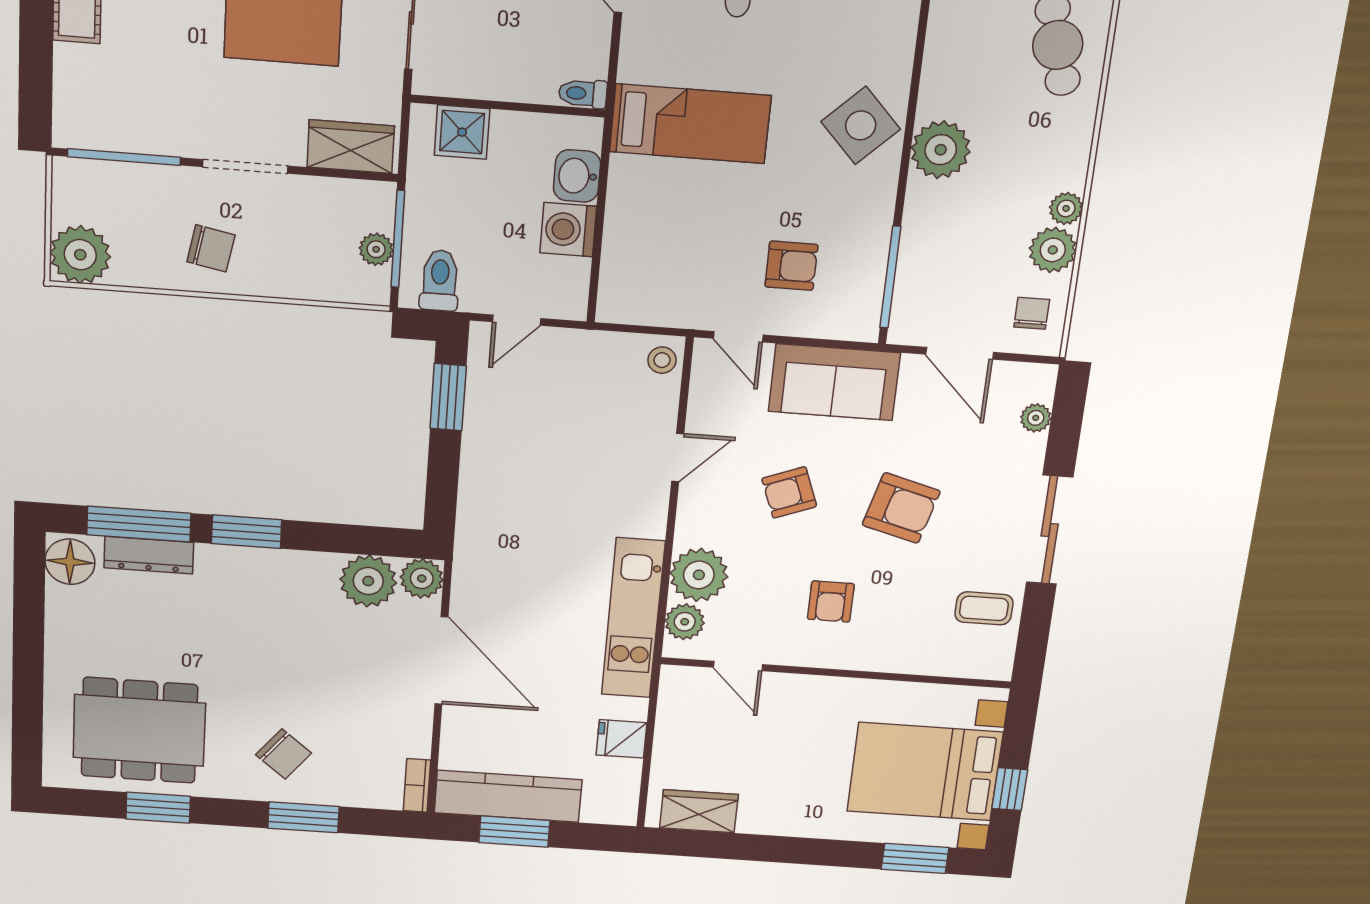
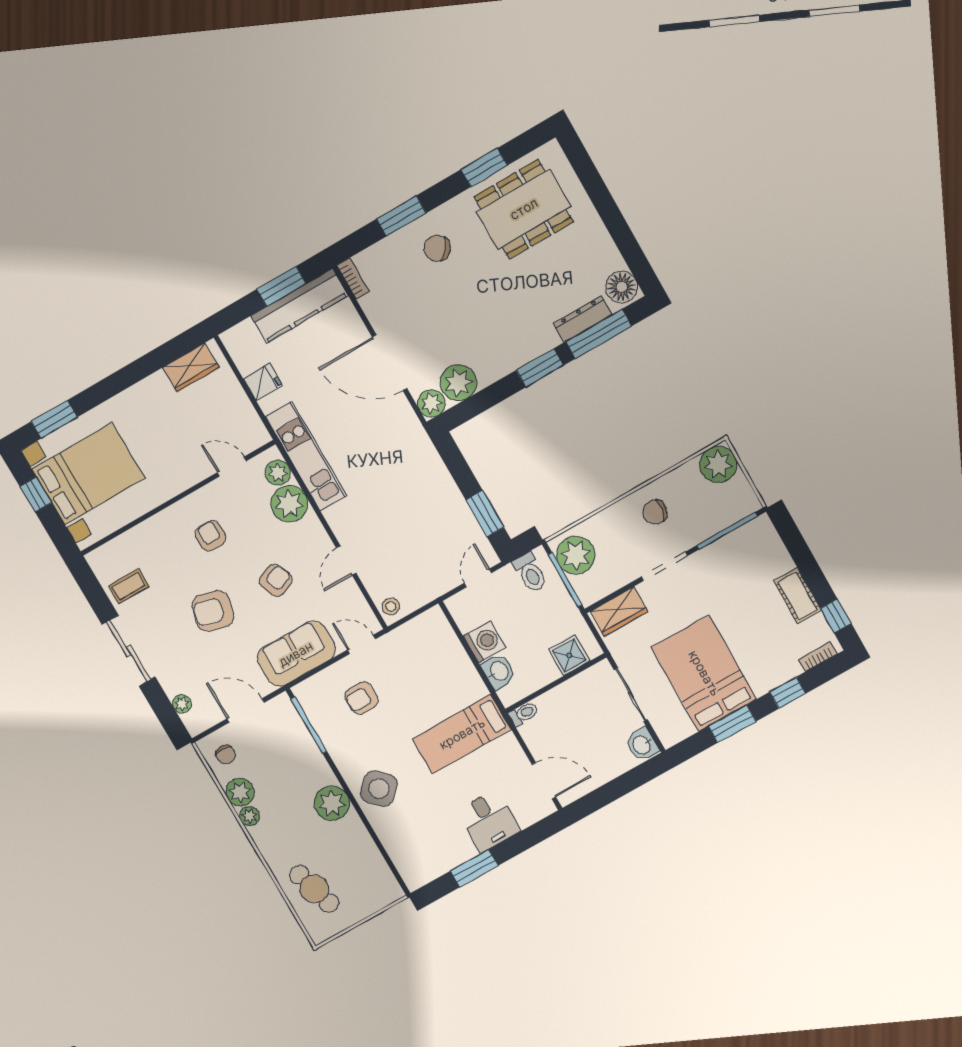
plant: (376, 249) -> (576, 555), width x1.87, depth x1.87

